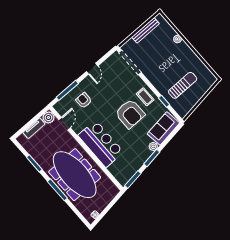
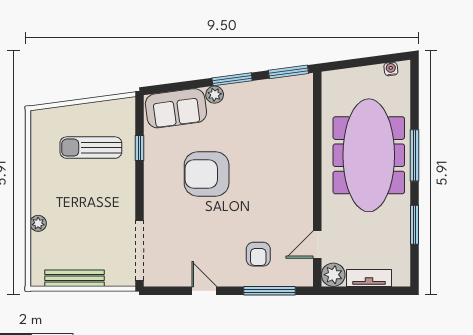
door: (92, 69) -> (204, 291), hinge flipped
coffee table: (145, 97) -> (162, 179), removed
armchair: (130, 114) -> (207, 174), turned -90
bar counter: (101, 144) -> (289, 167), removed

